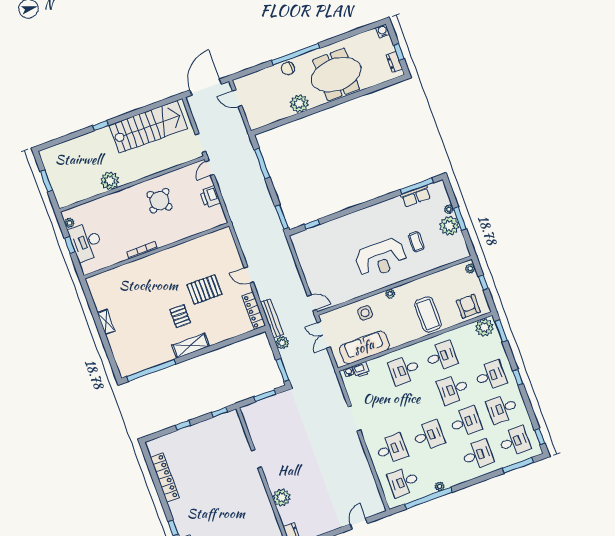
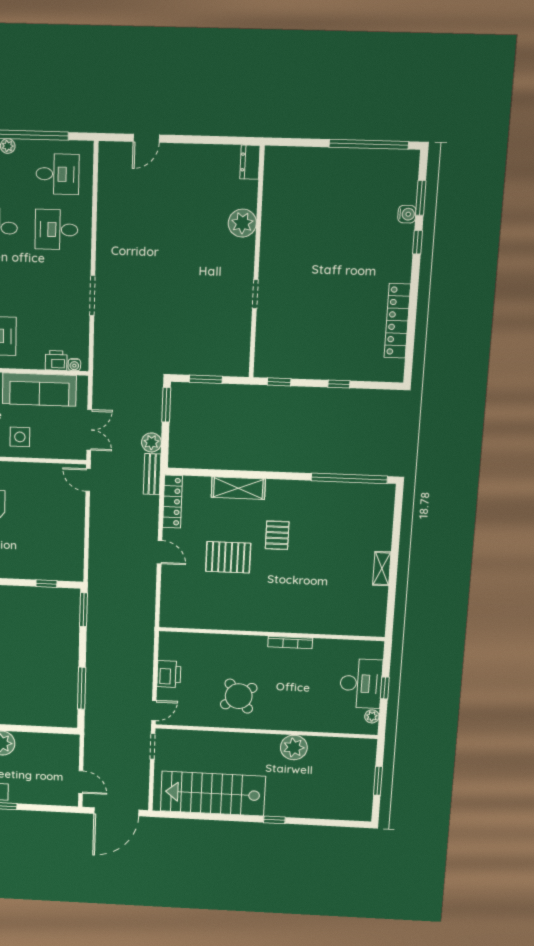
bench: (272, 318) -> (152, 474), width x0.73
shelving: (191, 346) -> (238, 488), moved

